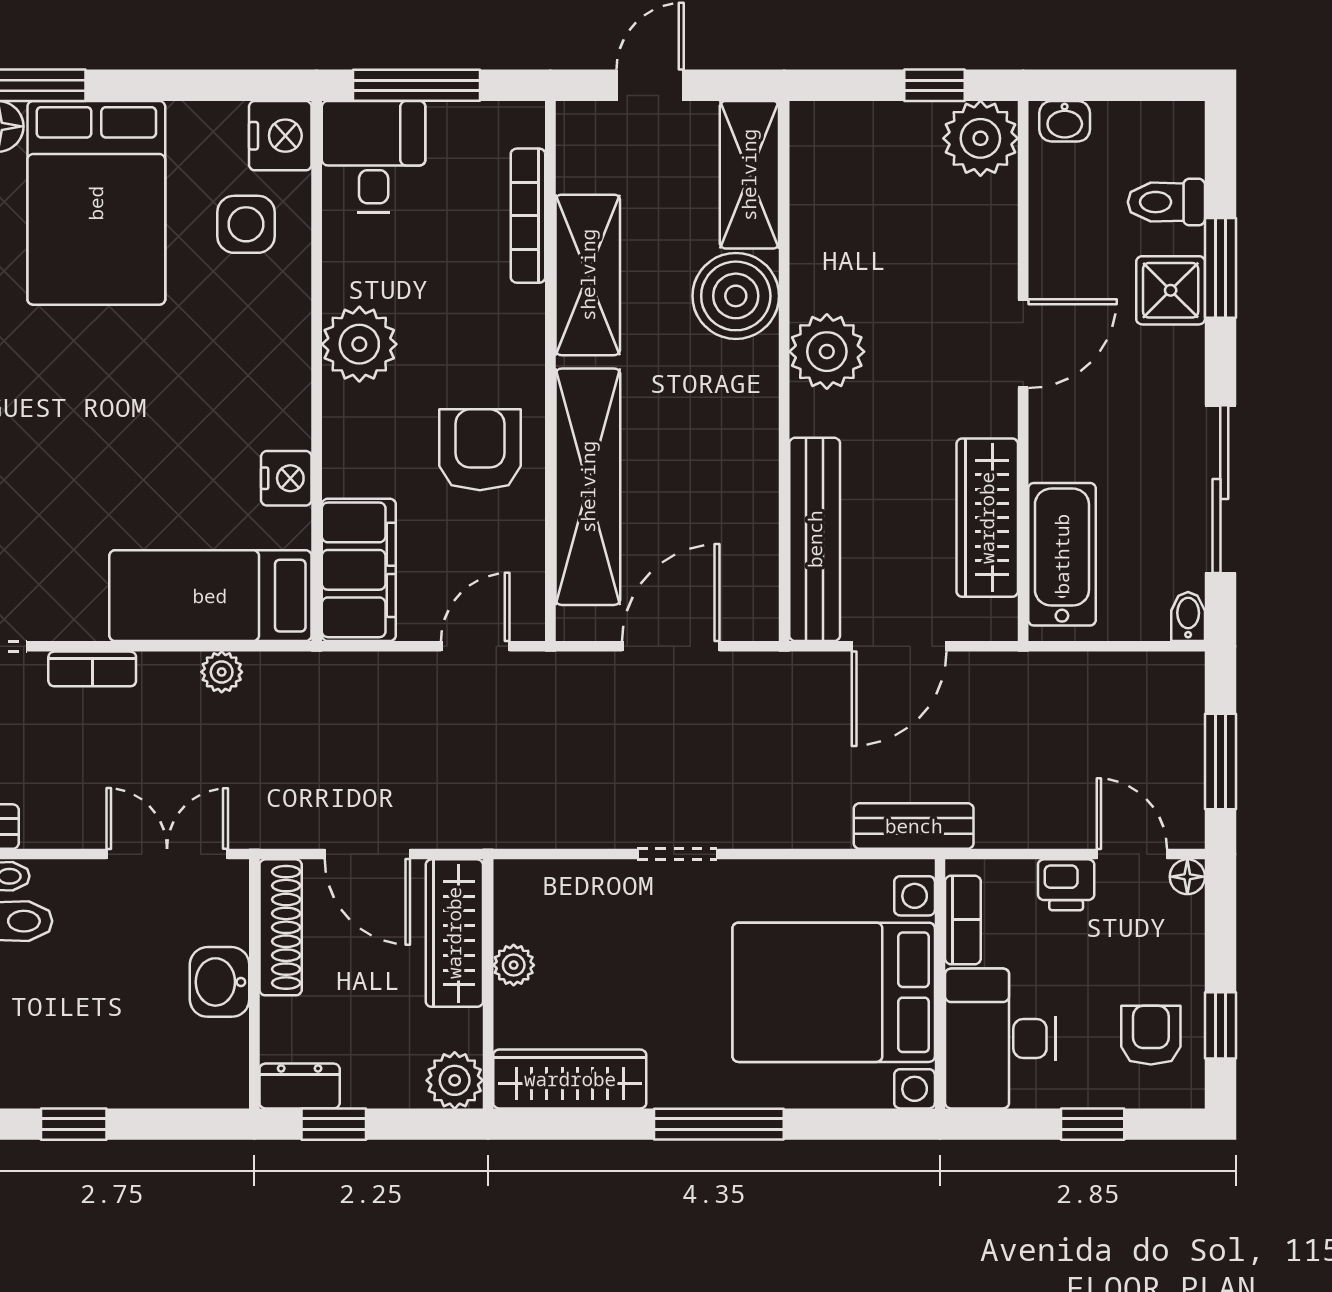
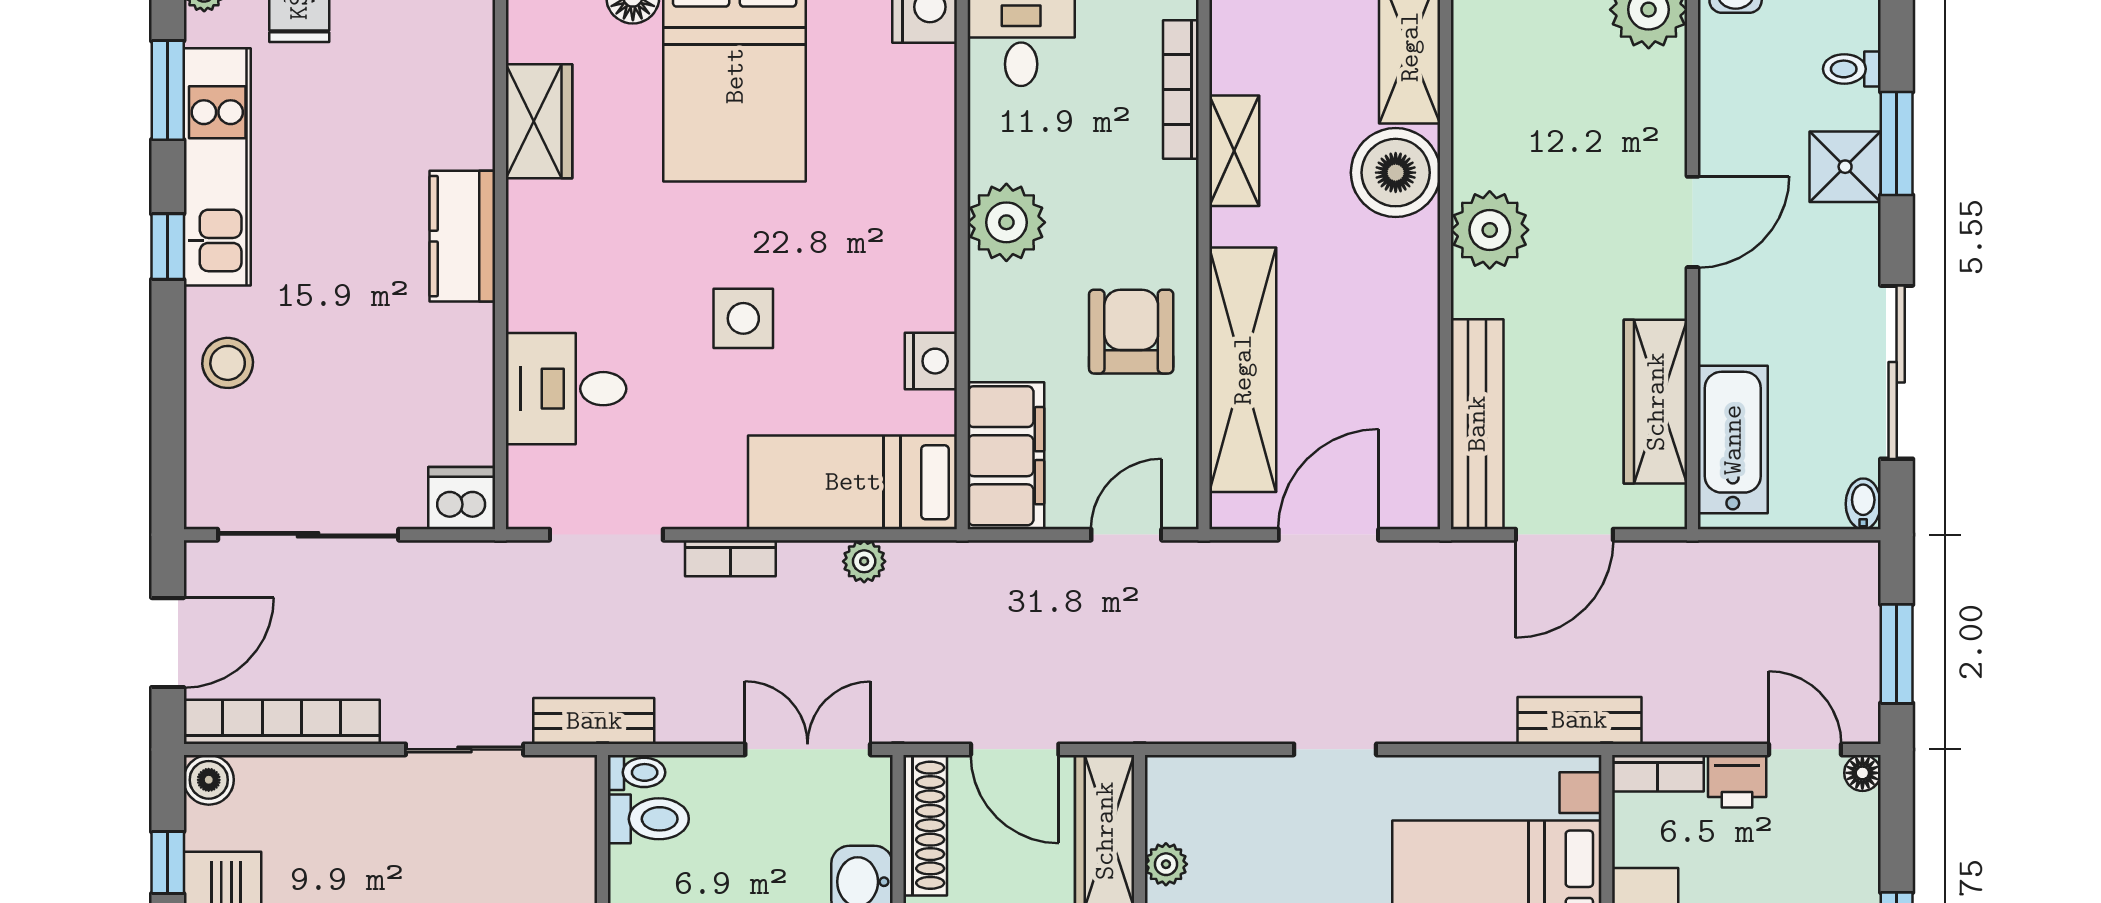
toilet: (1166, 202) -> (1852, 69), width x0.73, depth x0.72
side table: (246, 224) -> (743, 318), moved
shelving: (588, 275) -> (1234, 151), width x0.67, depth x0.75
bookcase: (963, 920) -> (1658, 773), moved, turned 90

